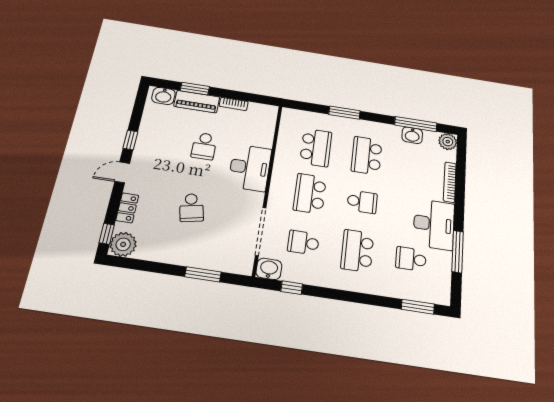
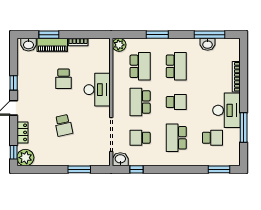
plant: (448, 142) -> (119, 45), moved
school desk: (367, 156) -> (176, 66), turned 180
school desk: (411, 259) -> (212, 138), turned 180

